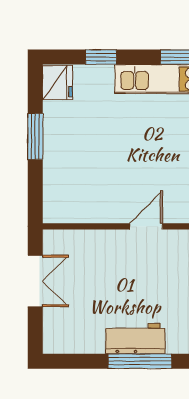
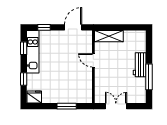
window: (35, 136) -> (67, 106), moved
window: (140, 361) -> (149, 77), moved

